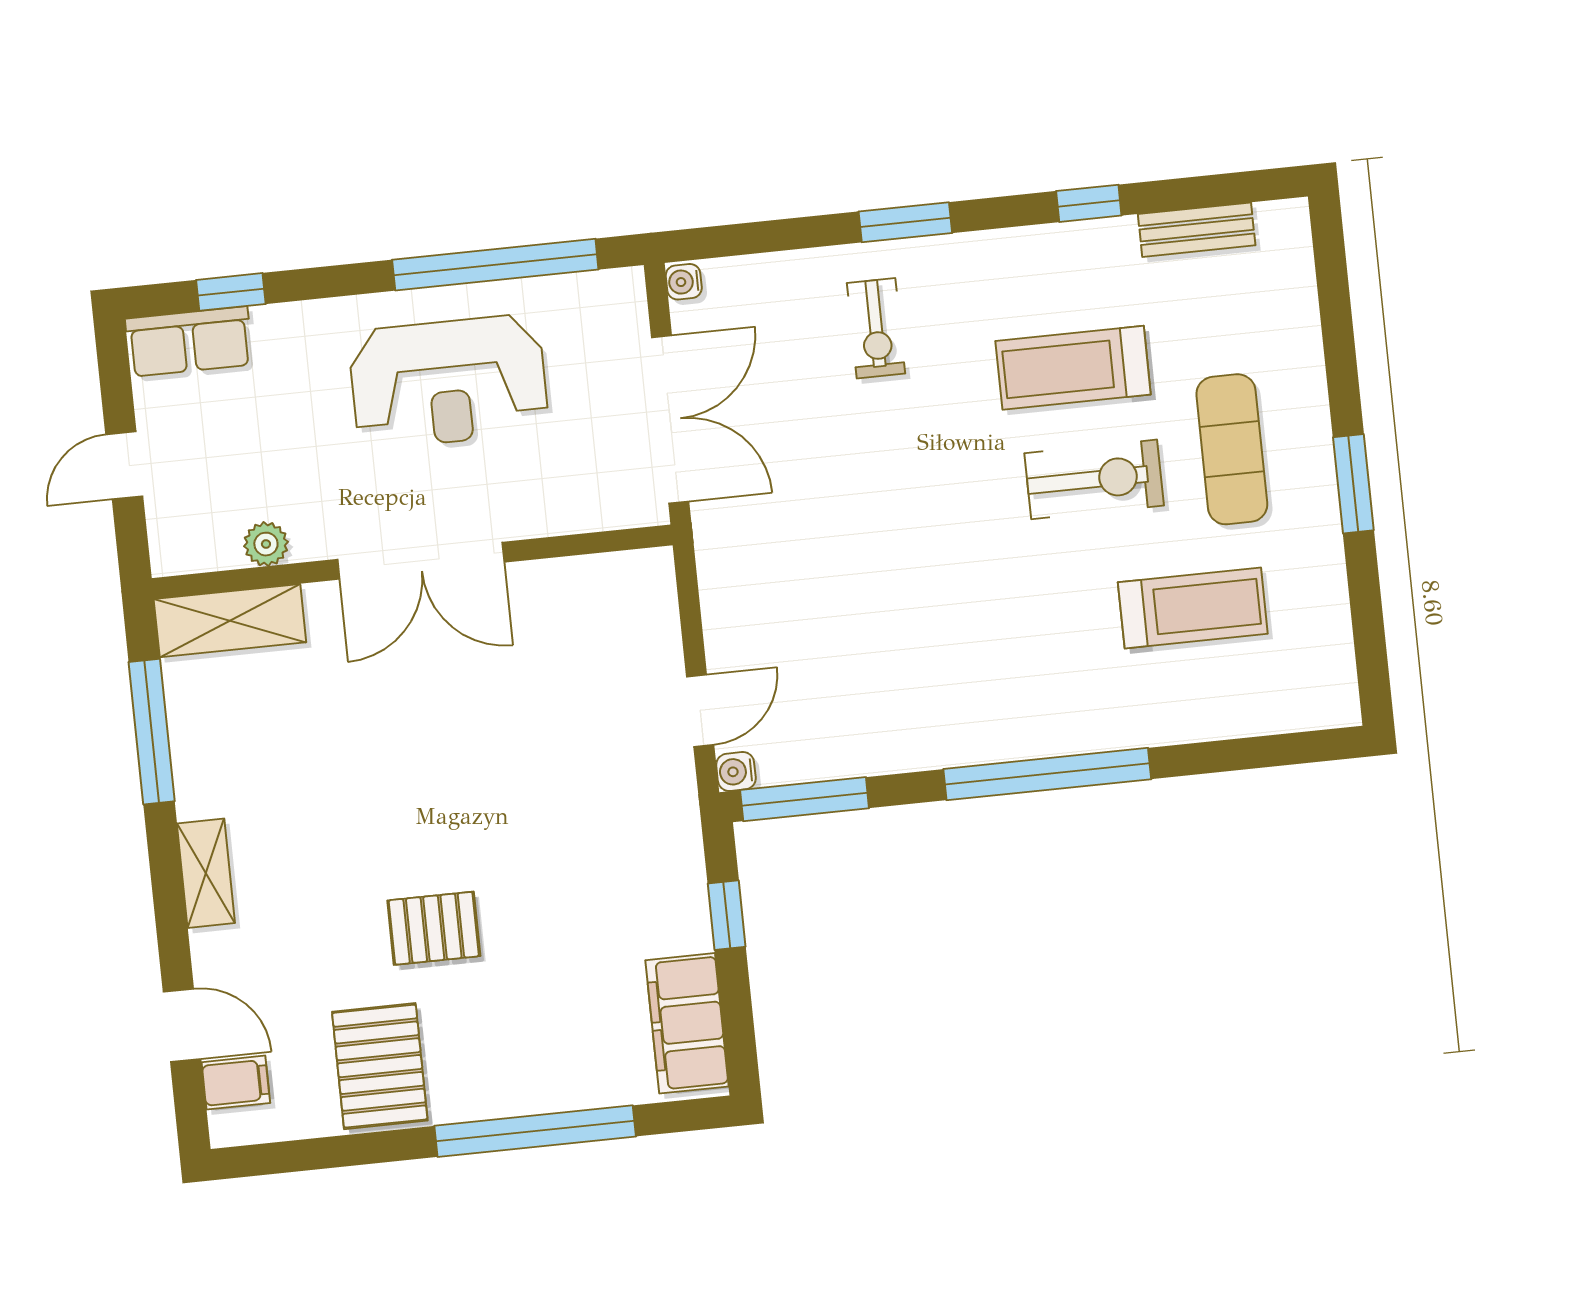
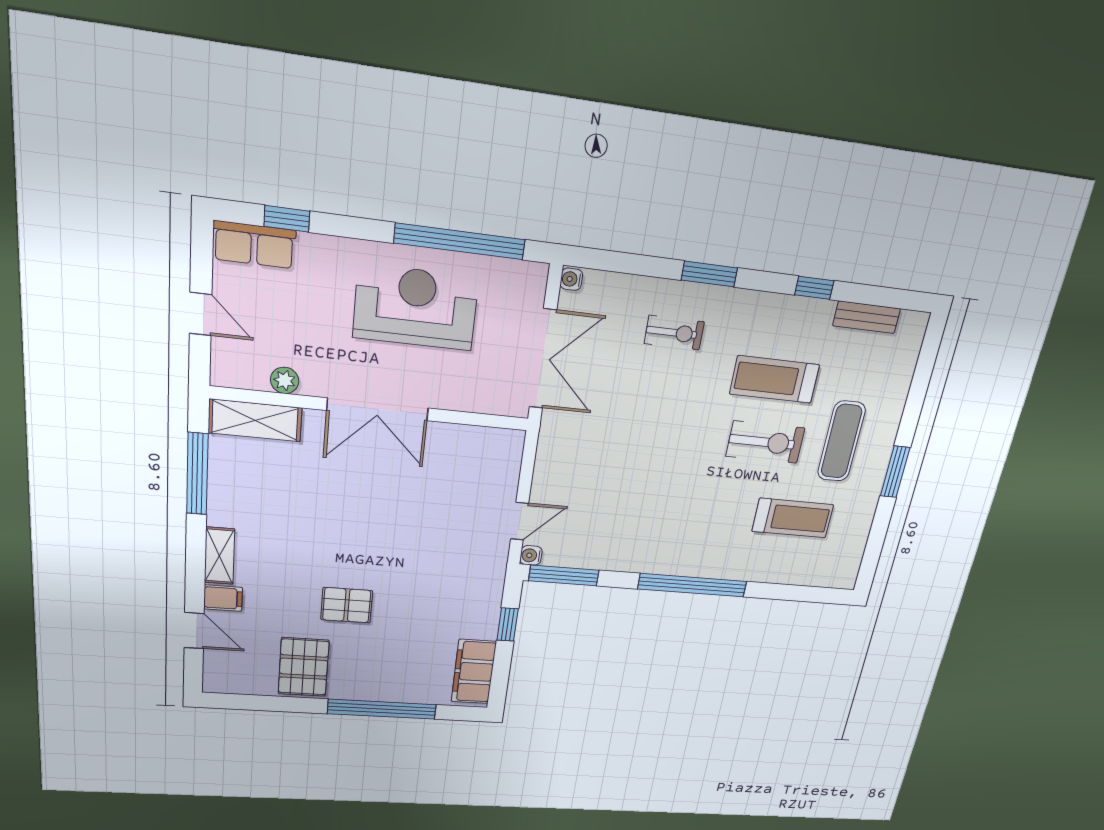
exercise bike: (876, 328) -> (674, 333), turned -90
reception desk: (448, 382) -> (416, 307), turned 180
door: (124, 465) -> (201, 314), swing flipped
filing cabinet: (236, 1083) -> (223, 598), moved

